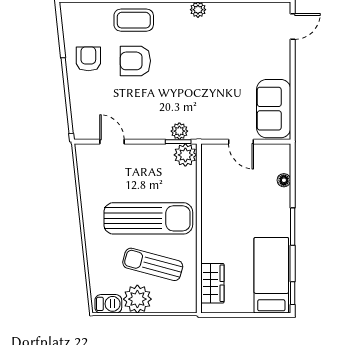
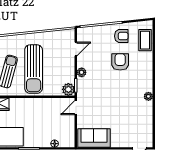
coffee table: (134, 20) -> (145, 40), moved
plant: (179, 131) -> (82, 72), moved
door: (241, 142) -> (76, 108), moved

